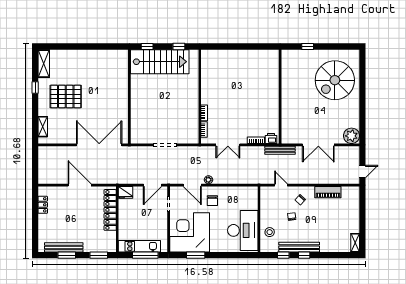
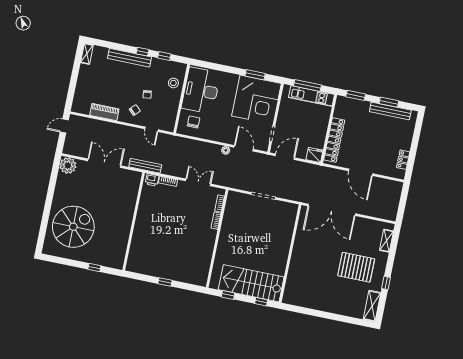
window: (240, 47) -> (165, 282), added
chair: (212, 201) -> (194, 122), moved
bench: (299, 247) -> (130, 58), moved

